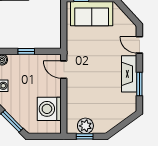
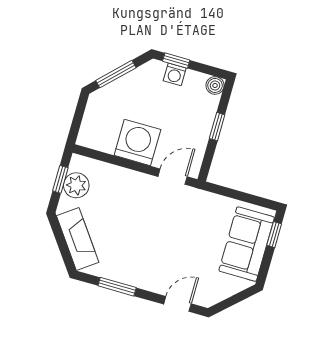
fireplace: (129, 74) -> (78, 239), moved, turned 54
washing machine: (49, 109) -> (137, 142), moved

